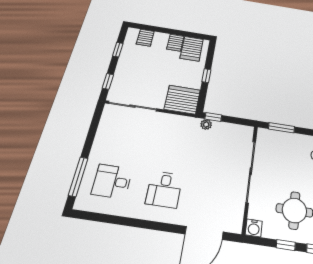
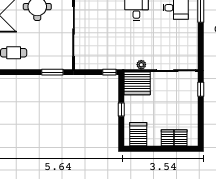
server rack: (175, 43) -> (167, 138), moved
window: (118, 50) -> (201, 121), removed
plant: (206, 124) -> (141, 65), moved

